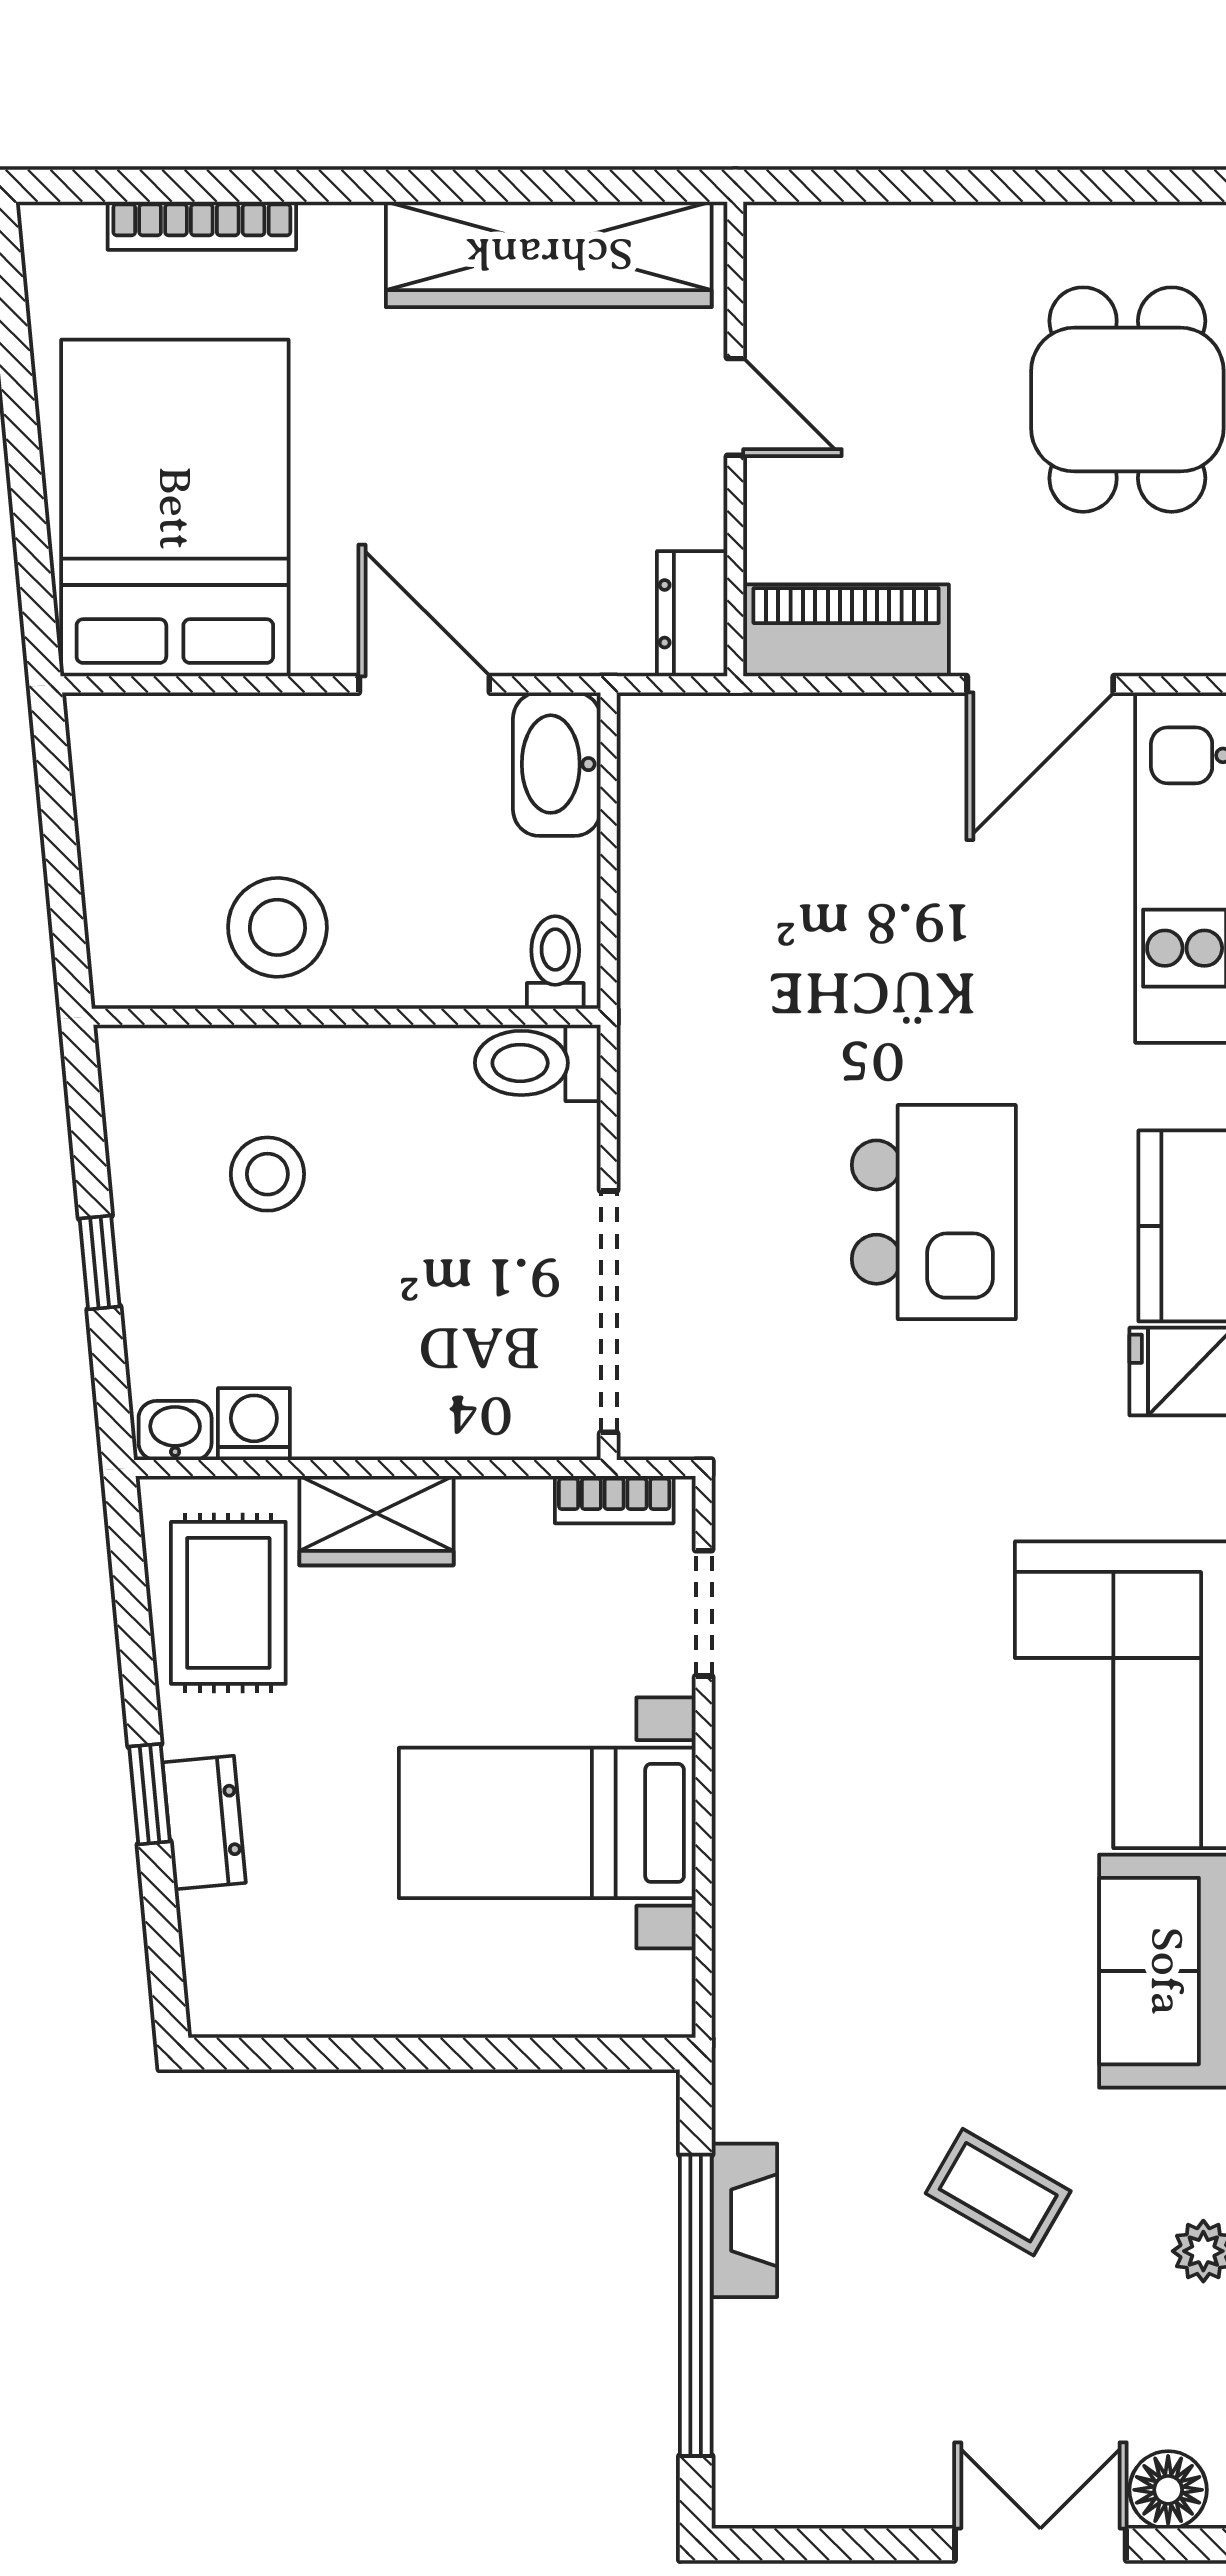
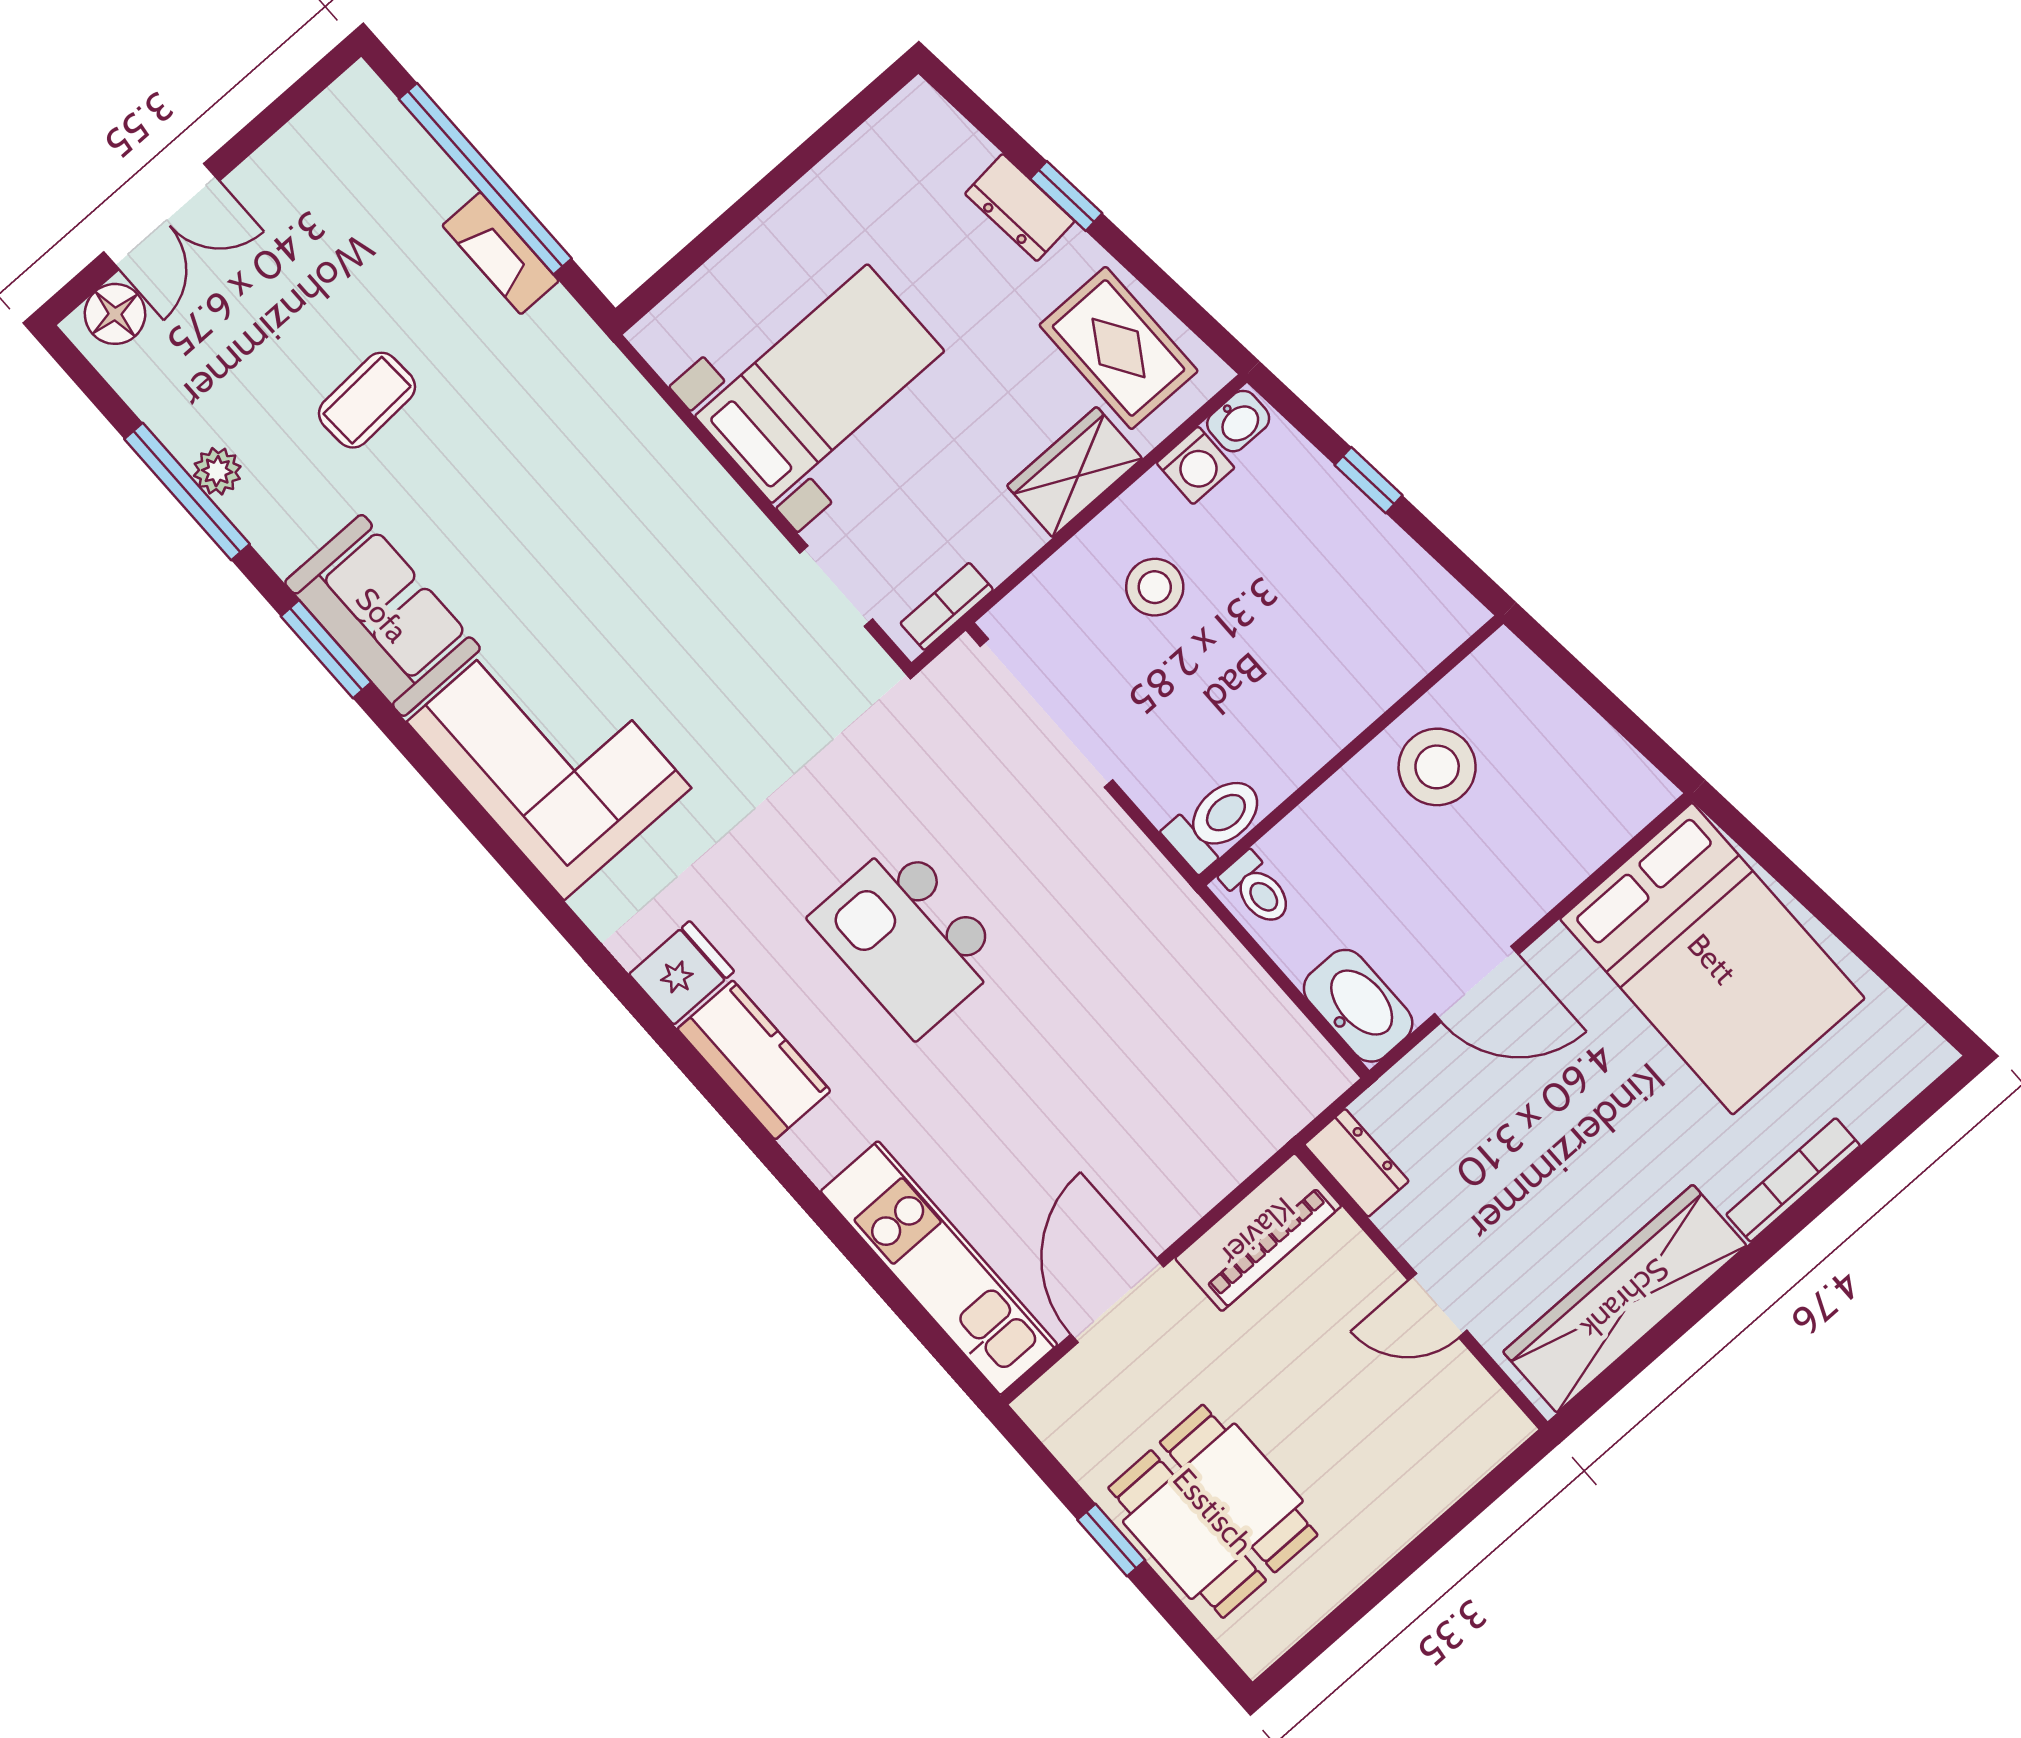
bookcase: (202, 226) -> (1793, 1180), moved
stool: (267, 1174) -> (1155, 587), moved
coffee table: (998, 2192) -> (367, 400), turned -33

